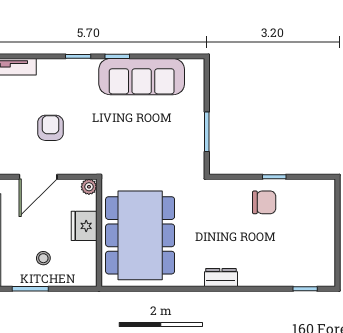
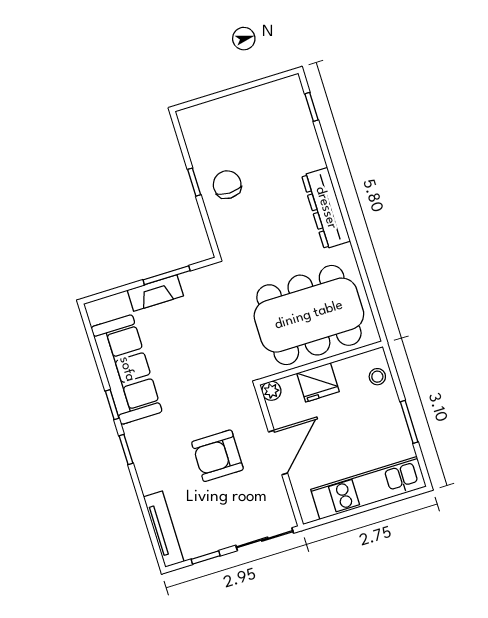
fireplace: (195, 118) -> (155, 293), added
armchair: (51, 128) -> (217, 456), width x1.38, depth x1.38
door: (38, 177) -> (278, 453), hinge flipped
stool: (43, 258) -> (377, 377), moved
dresser: (221, 277) -> (326, 208), width x1.96, depth x1.24

